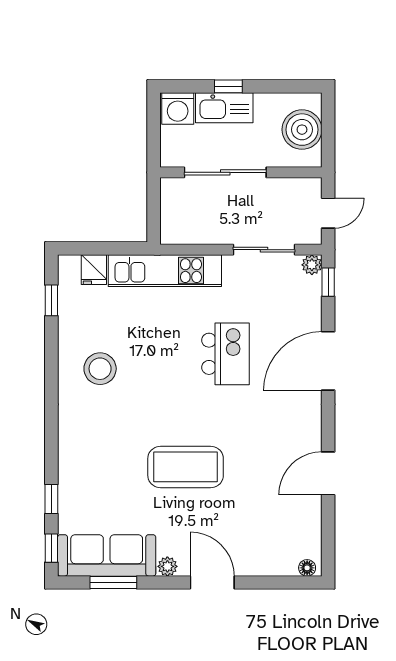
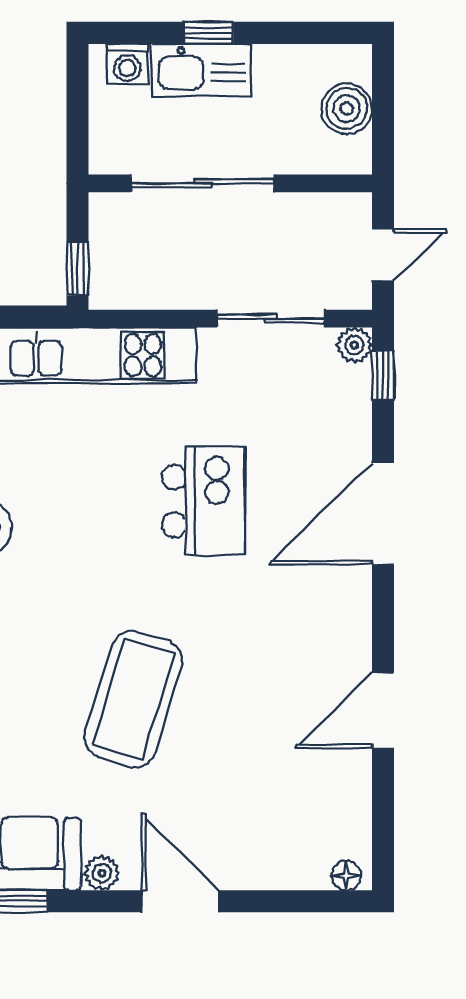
washing machine: (178, 109) -> (127, 64), width x0.73, depth x0.73
boiler: (302, 130) -> (347, 108), width x0.73, depth x0.73
window: (154, 221) -> (77, 269), added
coffee table: (186, 467) -> (133, 699), turned -73

